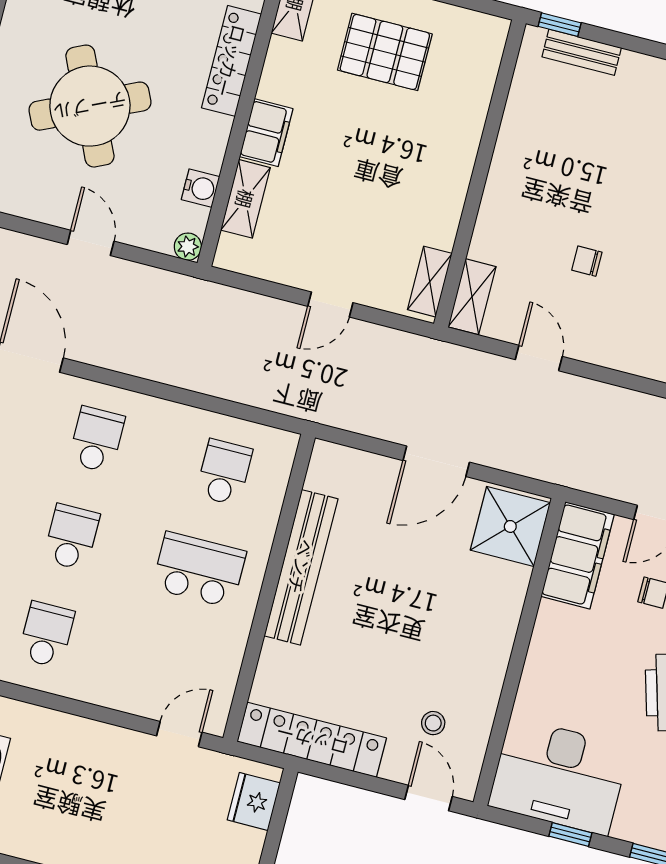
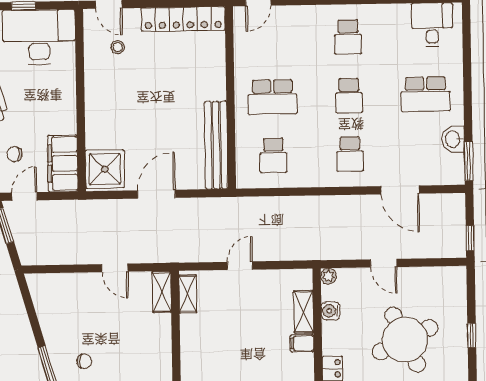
filing cabinet: (266, 133) -> (302, 343), width x0.50
chair: (587, 261) -> (84, 361), moved
bench: (301, 567) -> (216, 145), moved

